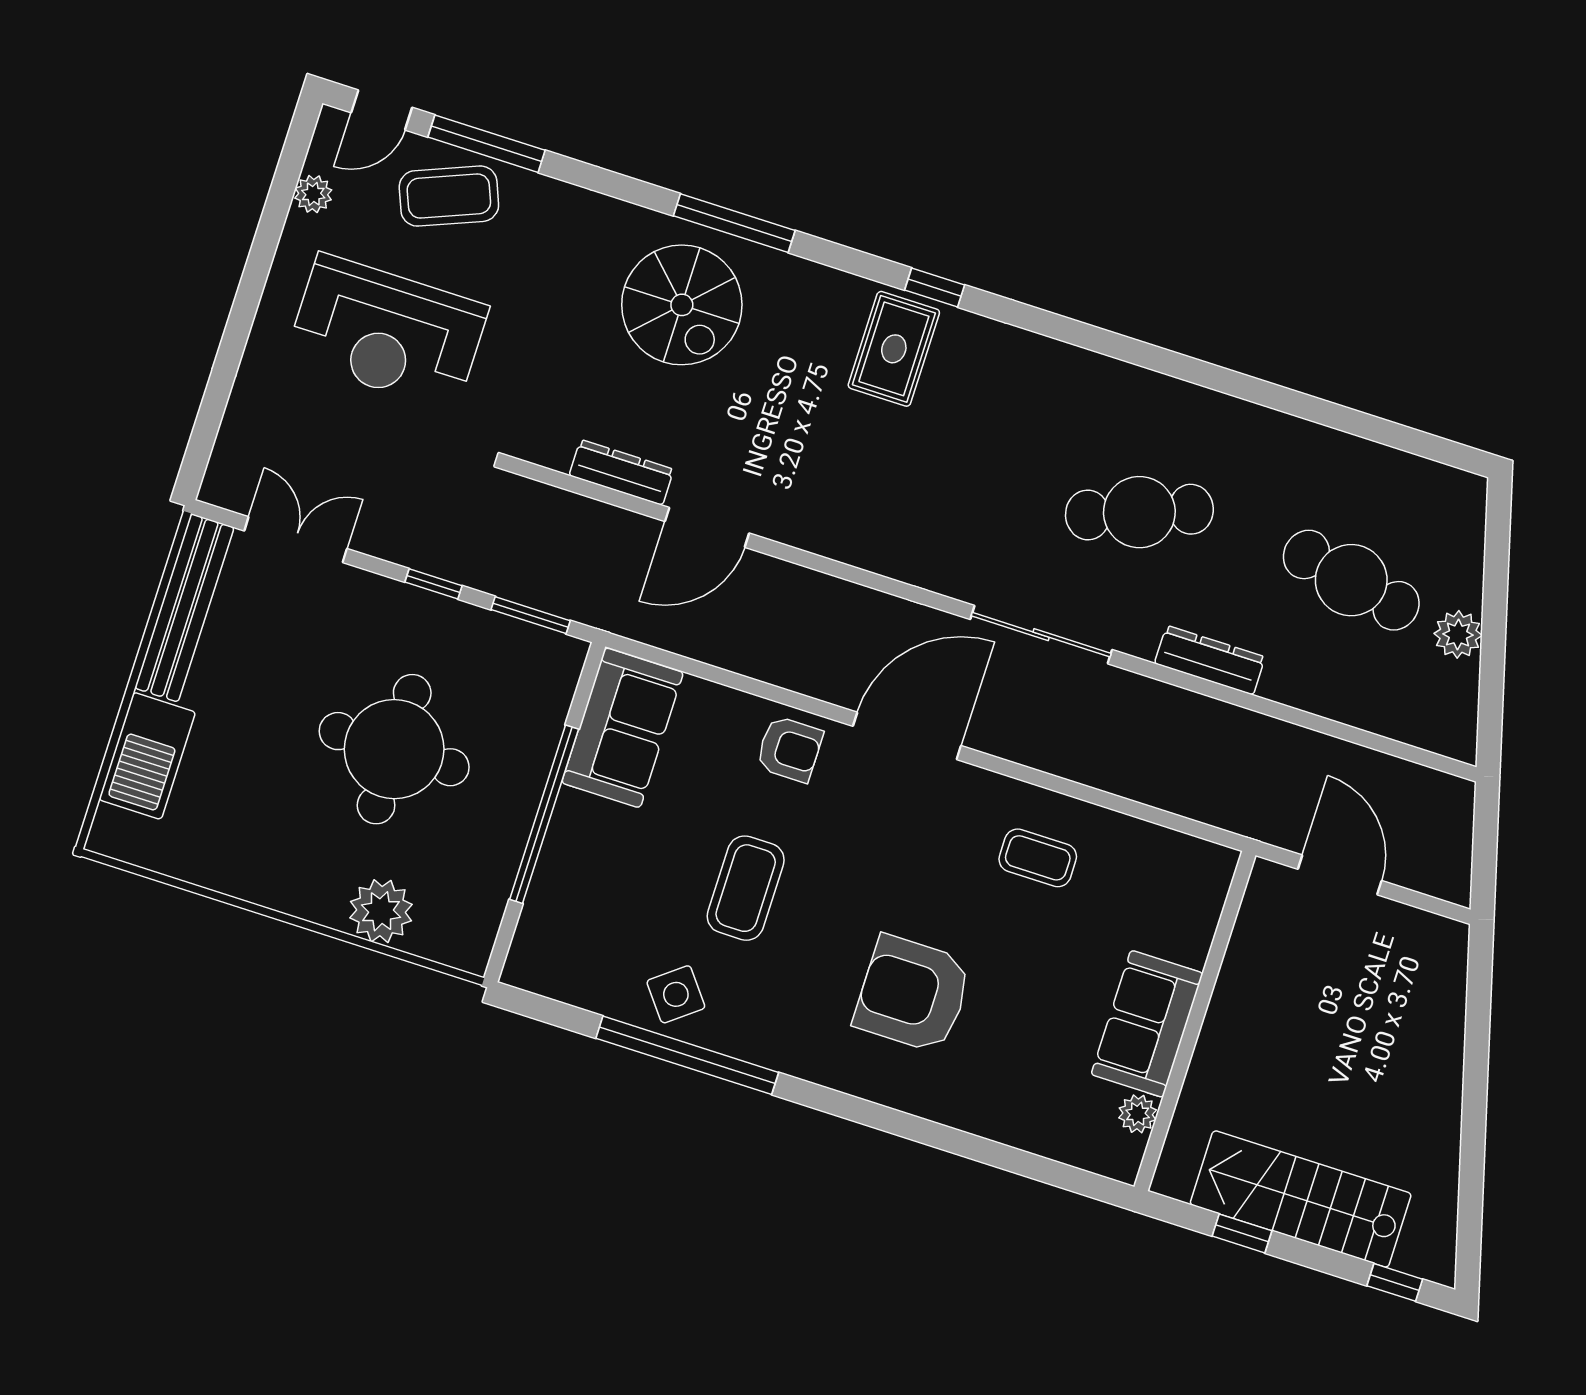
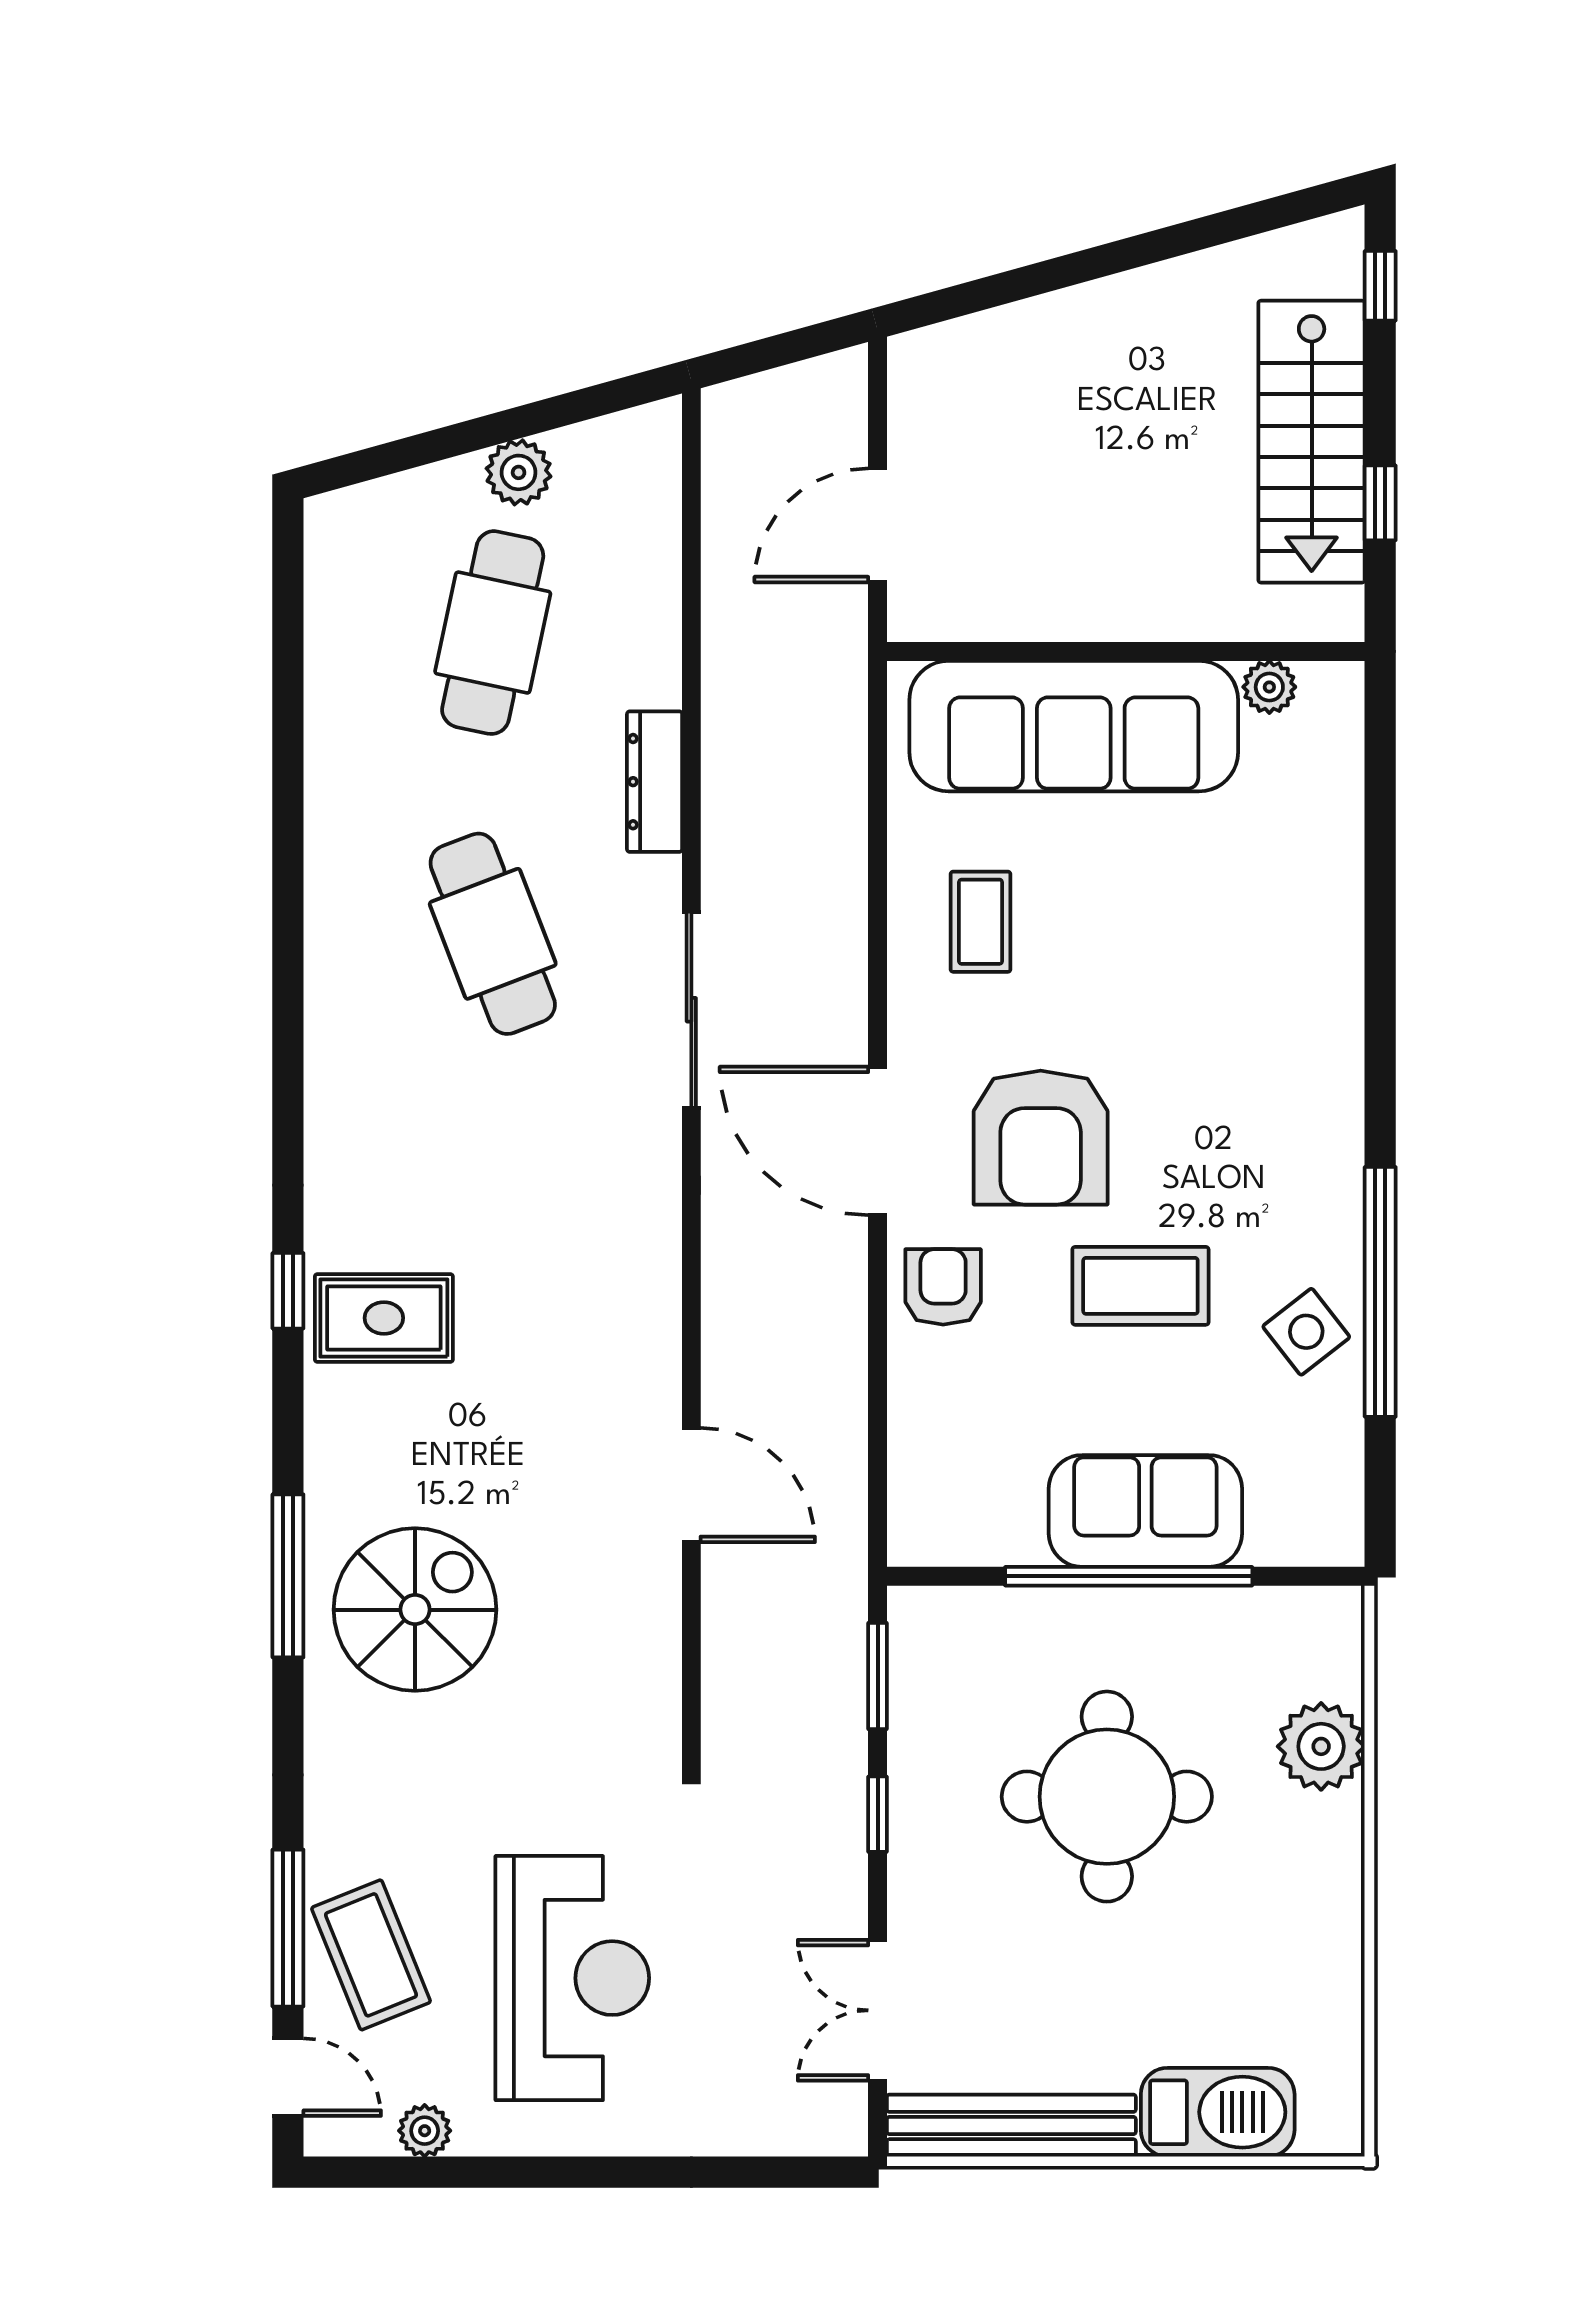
dresser: (621, 472) -> (656, 1618), removed
sofa: (622, 728) -> (1145, 1511), moved
armchair: (913, 994) -> (1041, 1138), moved
sofa: (1147, 1024) -> (1074, 726), width x1.85, depth x1.27

